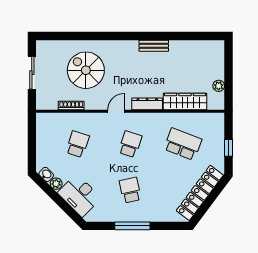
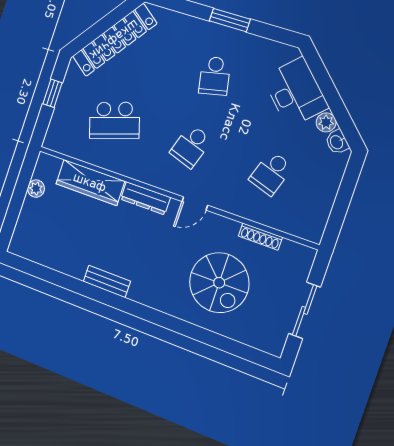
school desk: (183, 144) -> (114, 120), turned -39
window: (132, 226) -> (230, 20), width x0.69

